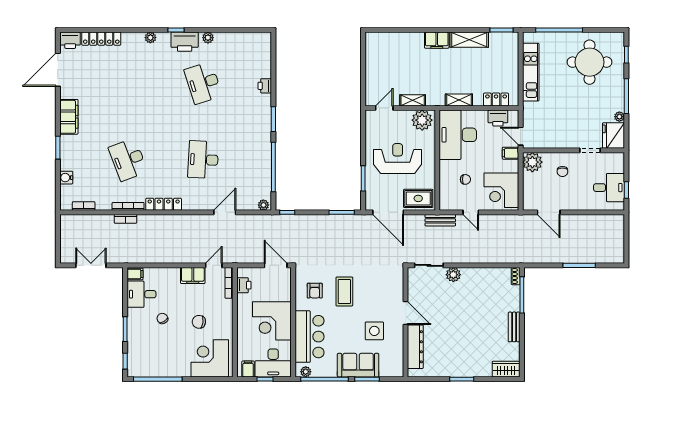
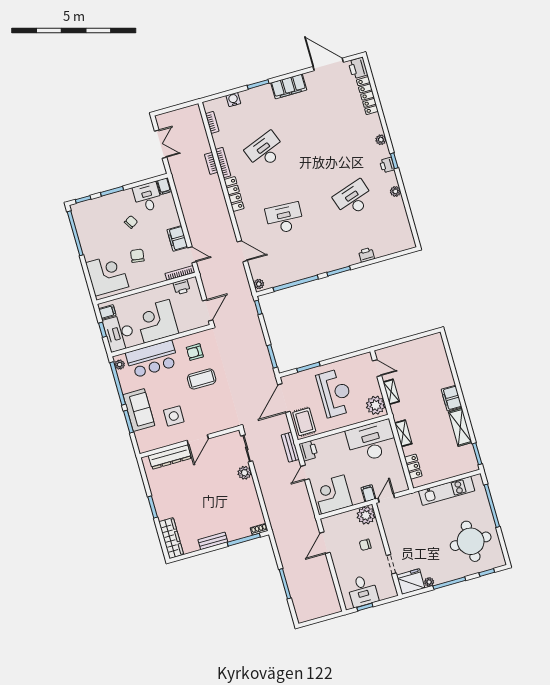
printer: (185, 42) -> (387, 165), width x0.53, depth x0.68
printer: (498, 118) -> (308, 450), moved, turned 180
chair: (465, 179) -> (333, 459), removed
wardrobe: (506, 369) -> (171, 538), width x1.50

